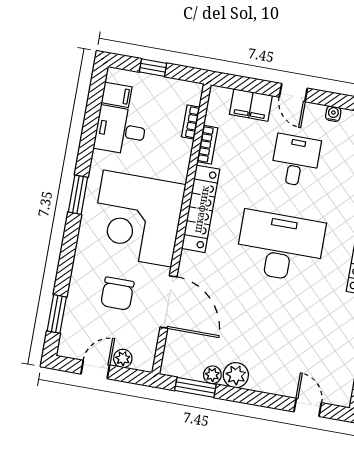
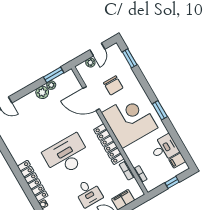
desk: (280, 246) -> (67, 155), turned 180
chair: (117, 294) -> (113, 85), turned 180

